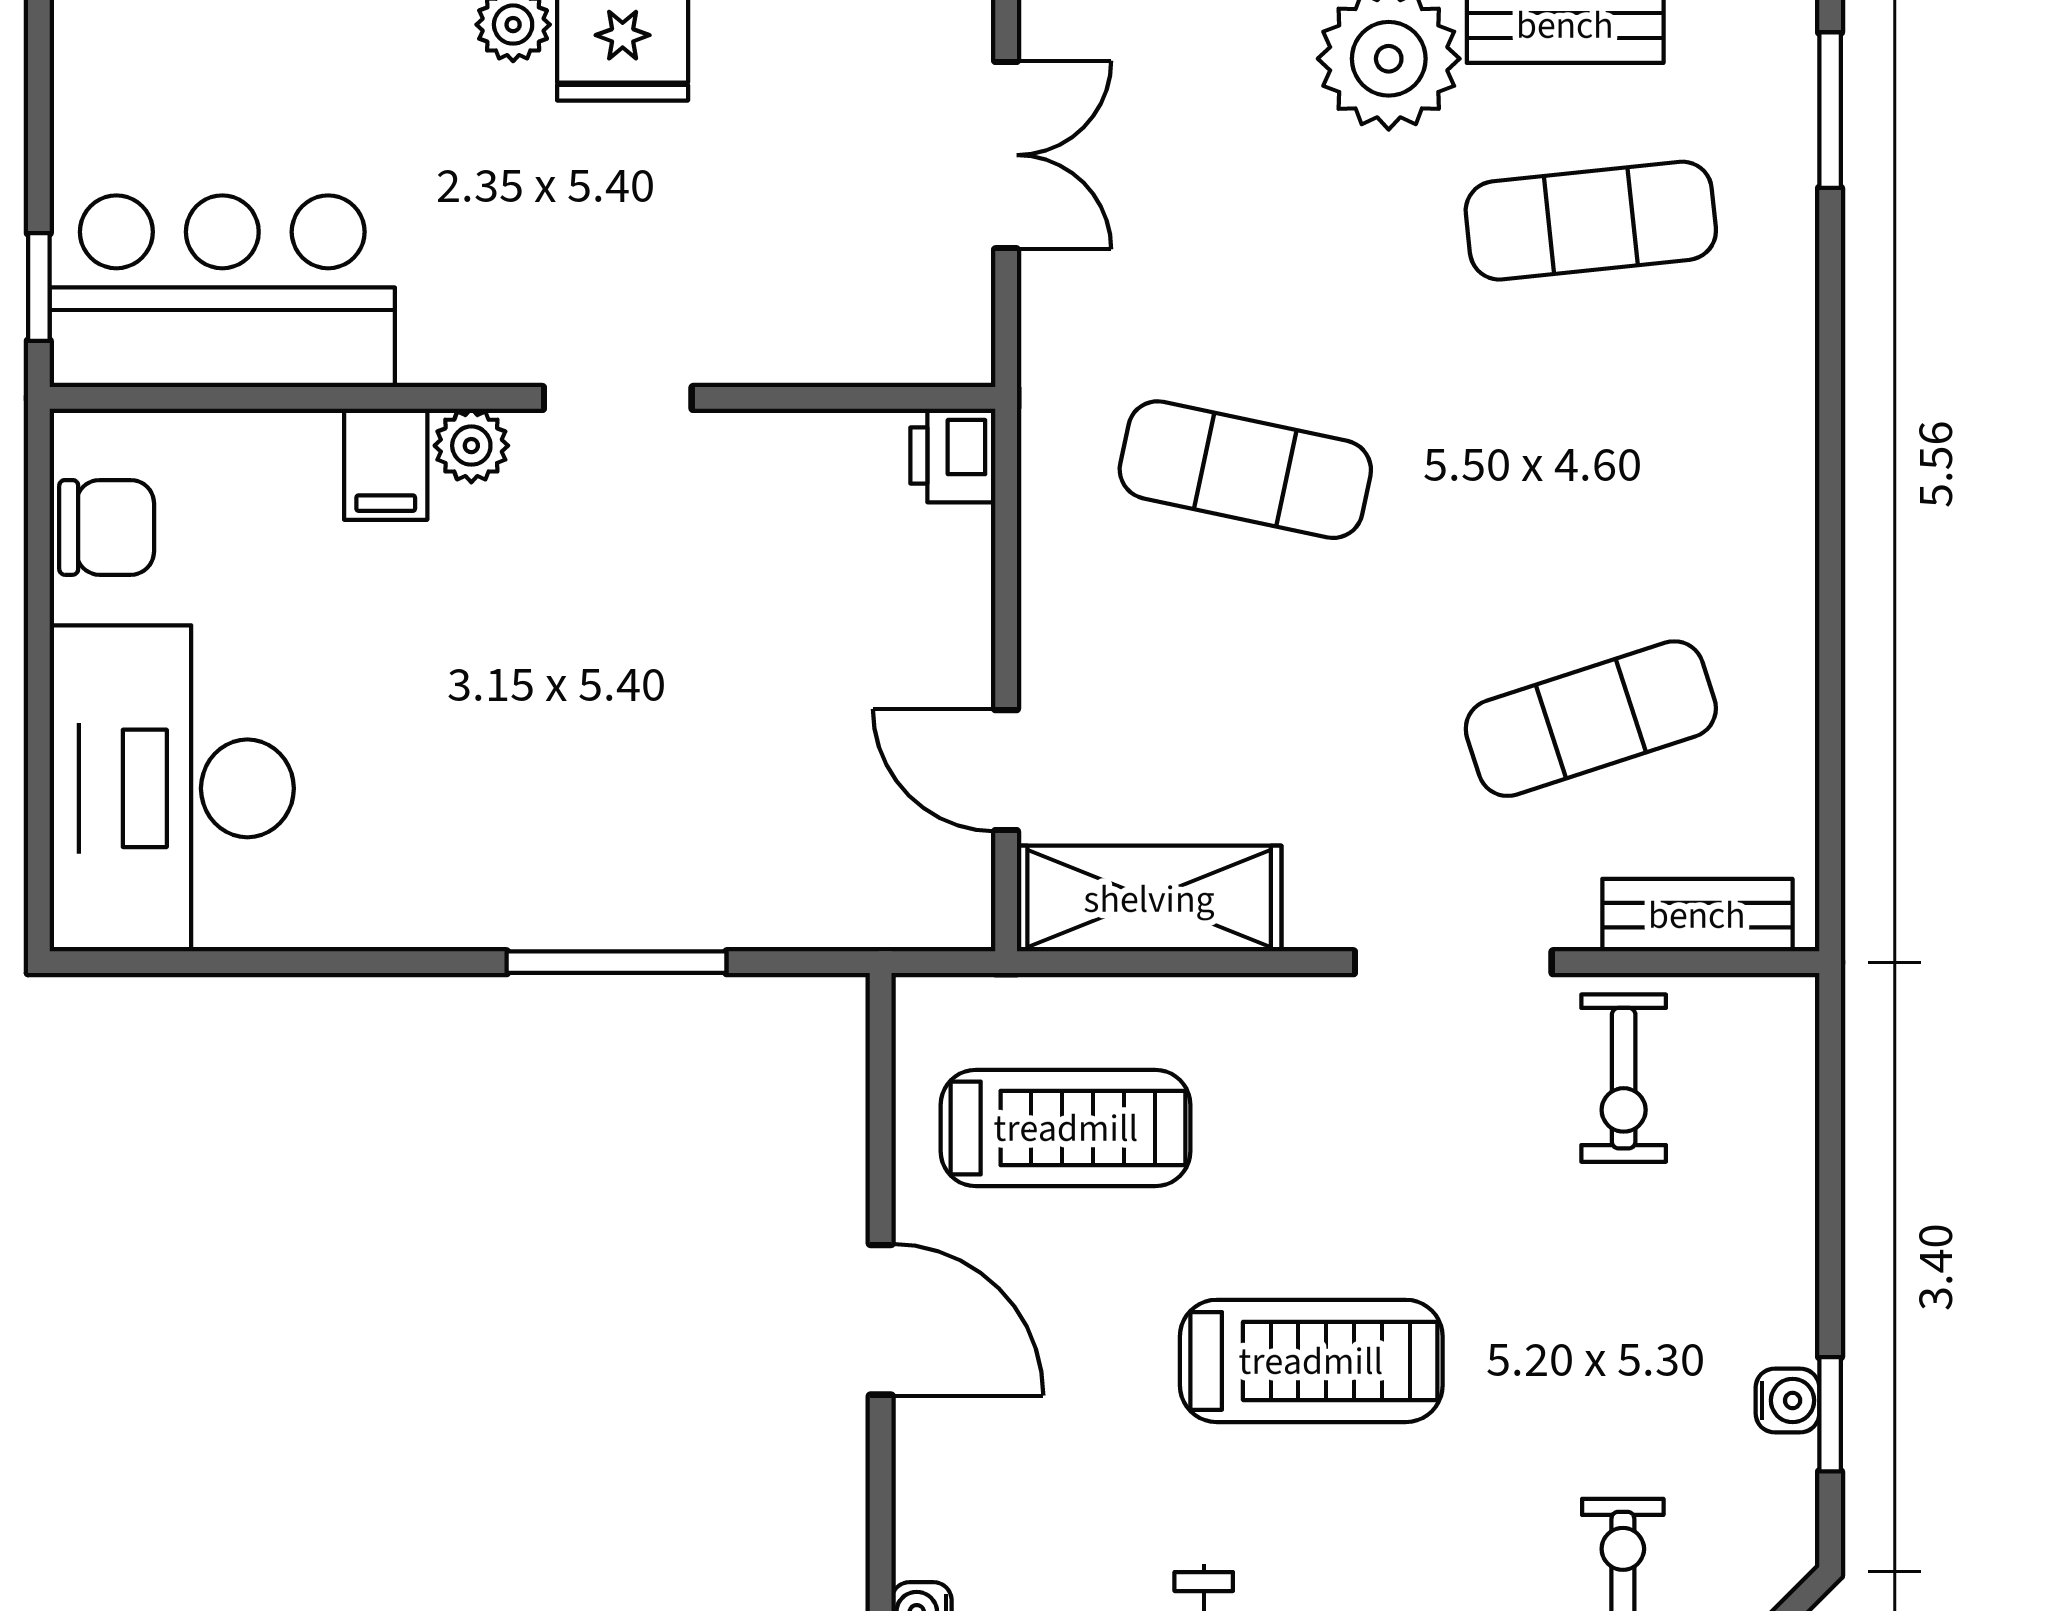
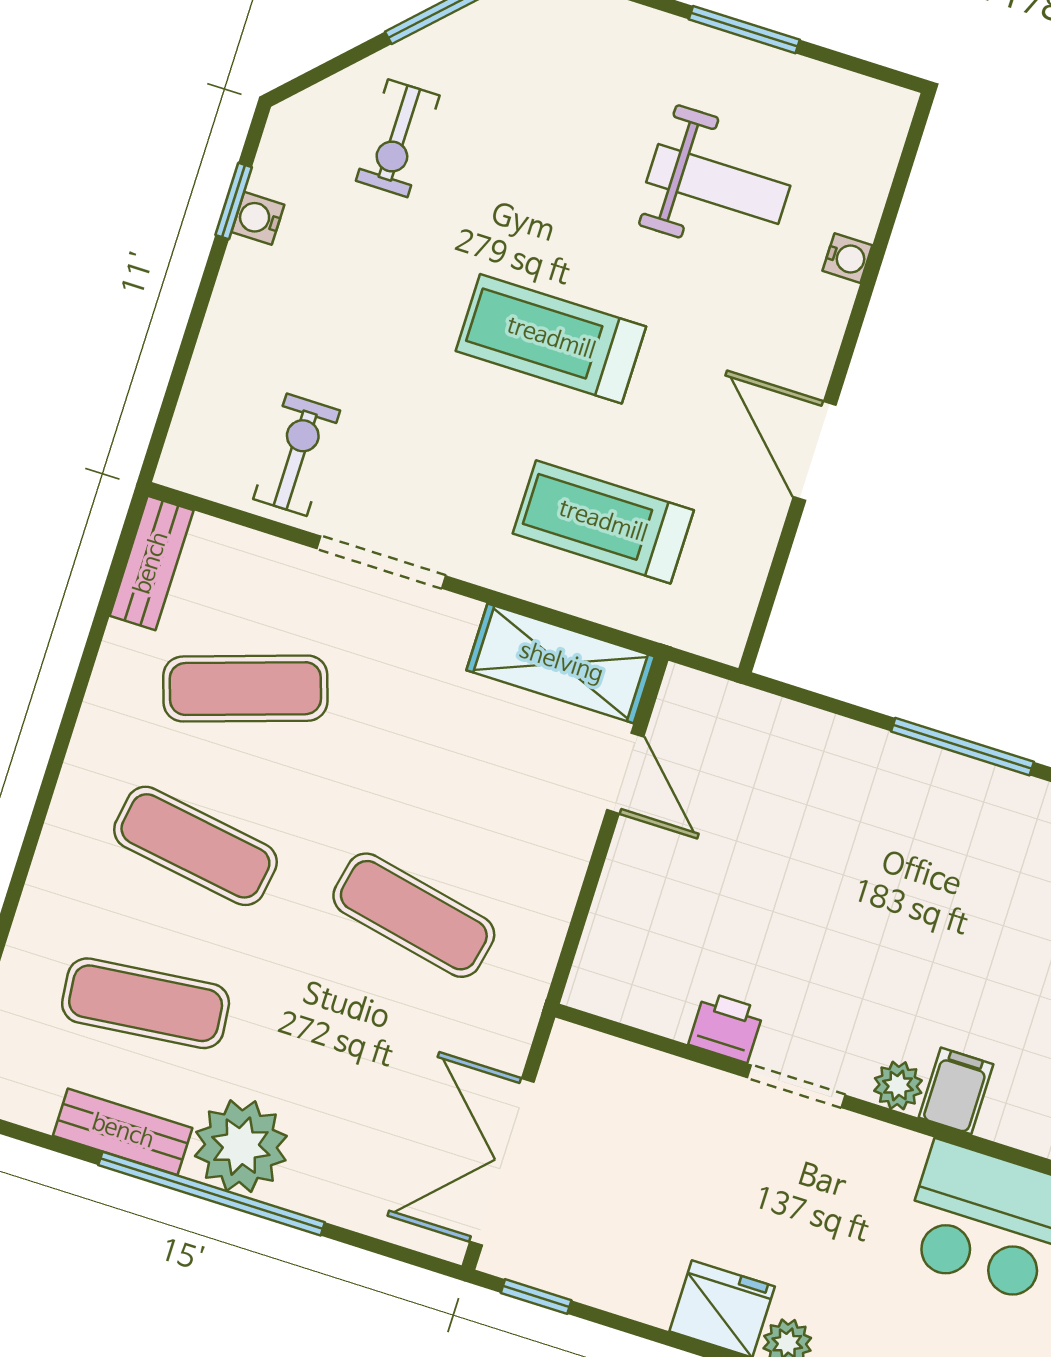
double door: (1006, 155) -> (502, 1162), width x1.37
printer: (953, 456) -> (726, 1027), moved, turned -90
exercise mat: (1591, 470) -> (195, 846), added
bench: (1697, 915) -> (152, 563), moved, turned 90
window: (617, 962) -> (962, 747), moved
treadmill: (1066, 1128) -> (603, 522), moved

